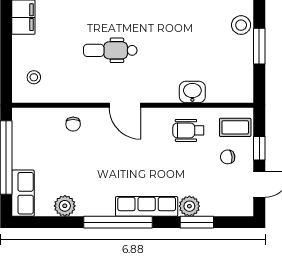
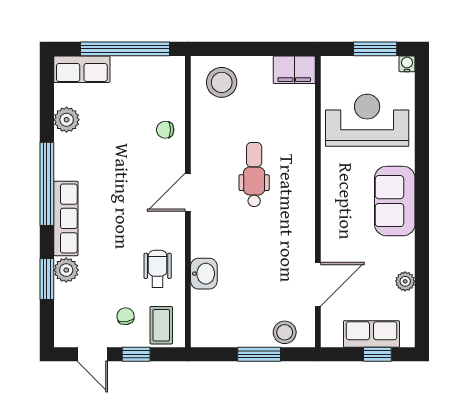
stool: (34, 77) -> (222, 82), width x1.89, depth x1.89

